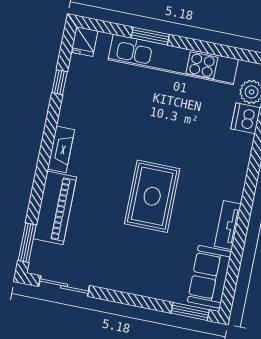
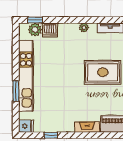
plant: (238, 179) -> (84, 28), added

